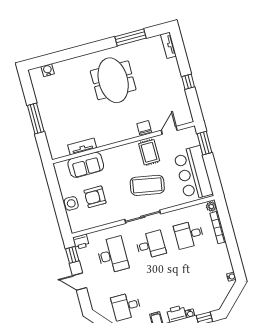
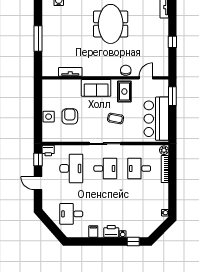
sofa: (86, 165) -> (96, 88), moved
coffee table: (147, 185) -> (116, 119), width x0.54, depth x0.58
armchair: (95, 197) -> (70, 116), turned 90

